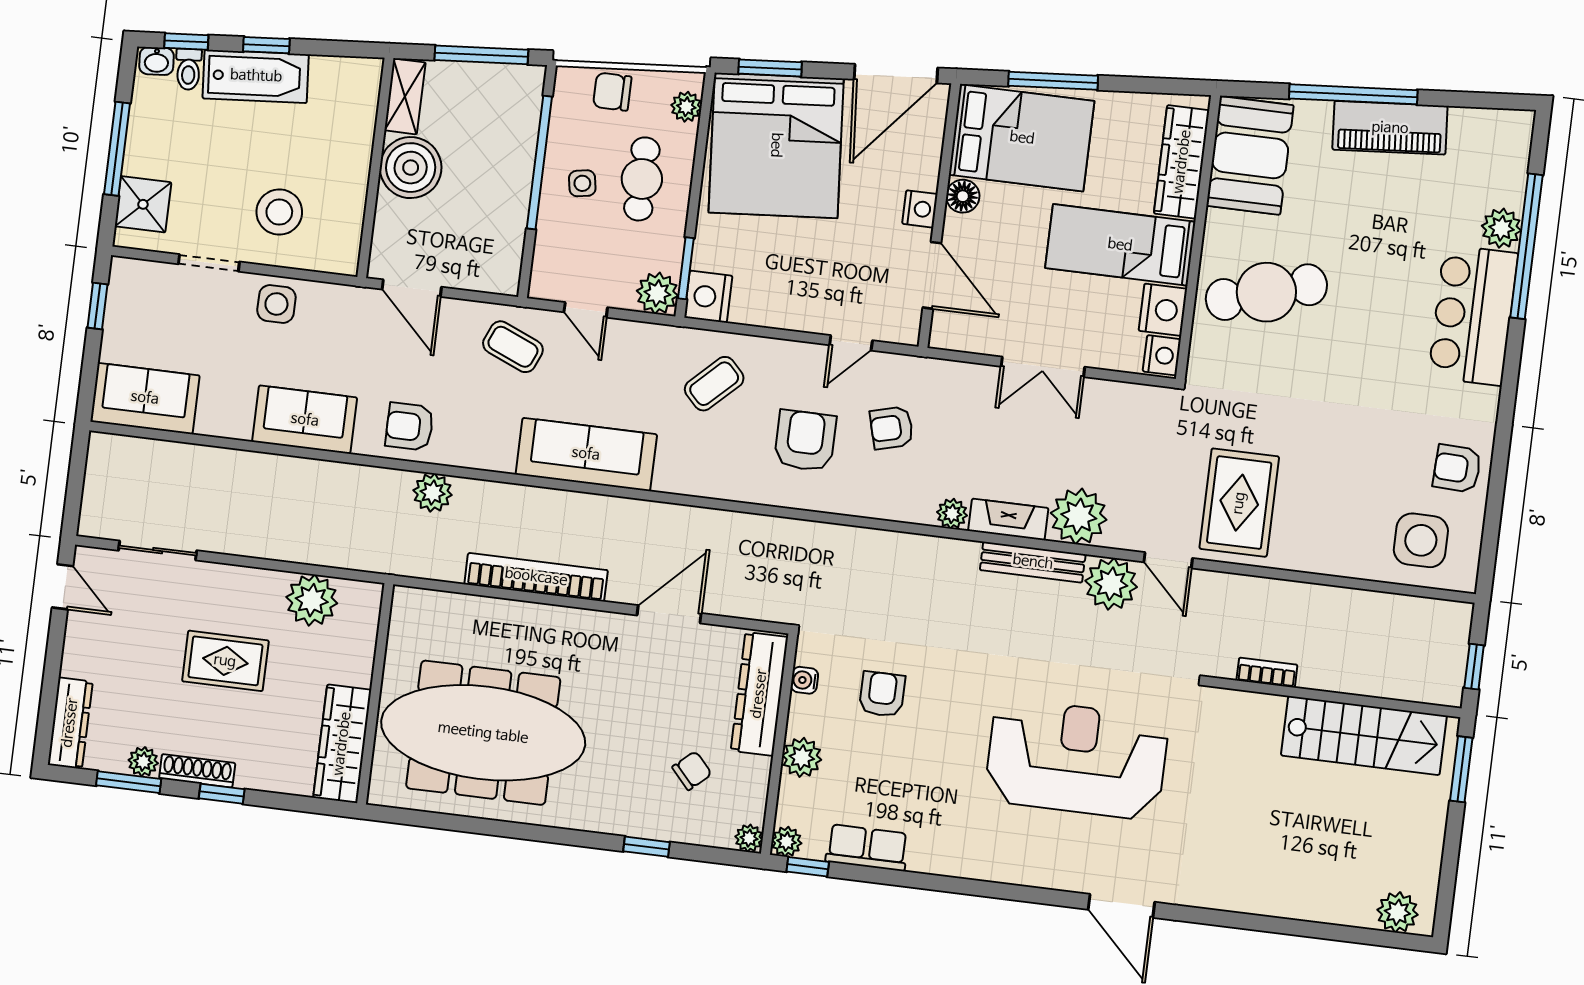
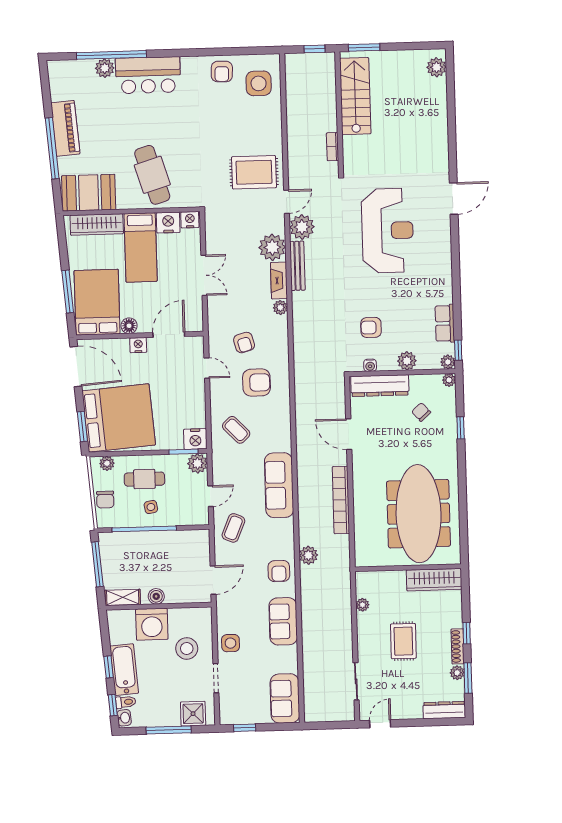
washing machine: (340, 148) -> (152, 624), added
boiler: (411, 168) -> (156, 596), width x0.54, depth x0.54
armchair: (805, 441) -> (256, 383), turned 180
plant: (312, 600) -> (362, 605), width x0.53, depth x0.53
reception desk: (1077, 759) -> (387, 231), turned 180

